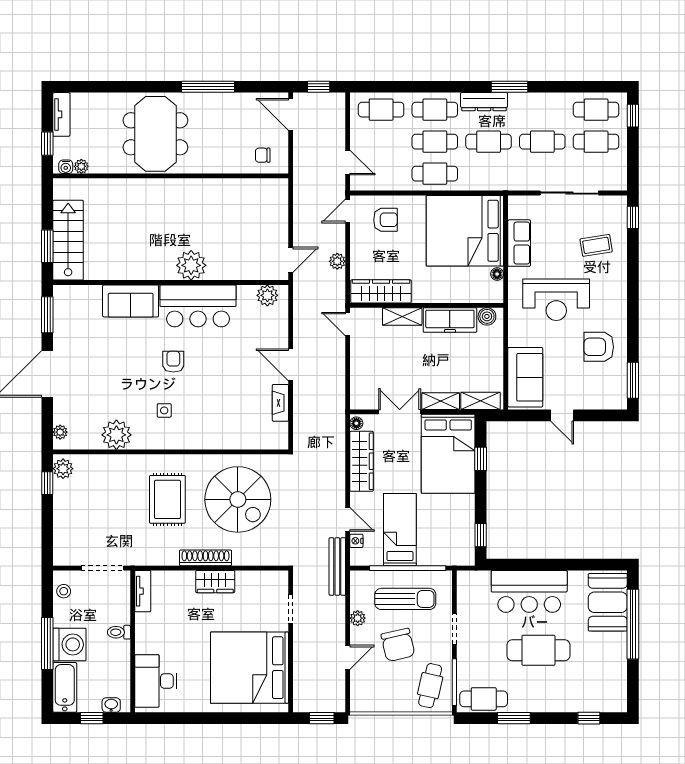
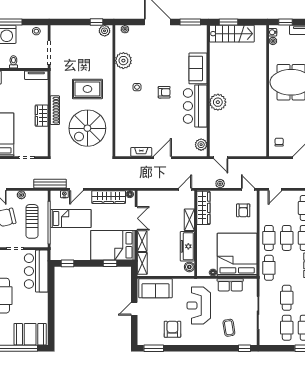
cafe table: (489, 142) -> (269, 268), moved
bar counter: (529, 591) -> (36, 271), moved

